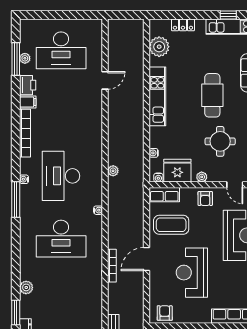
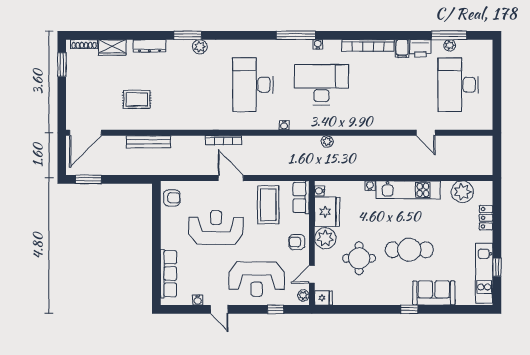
water cooler: (154, 153) -> (370, 186), moved
plant: (202, 177) -> (325, 238), width x1.88, depth x1.88
window: (16, 312) -> (188, 35), moved

